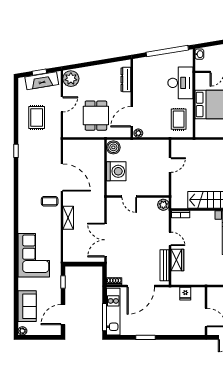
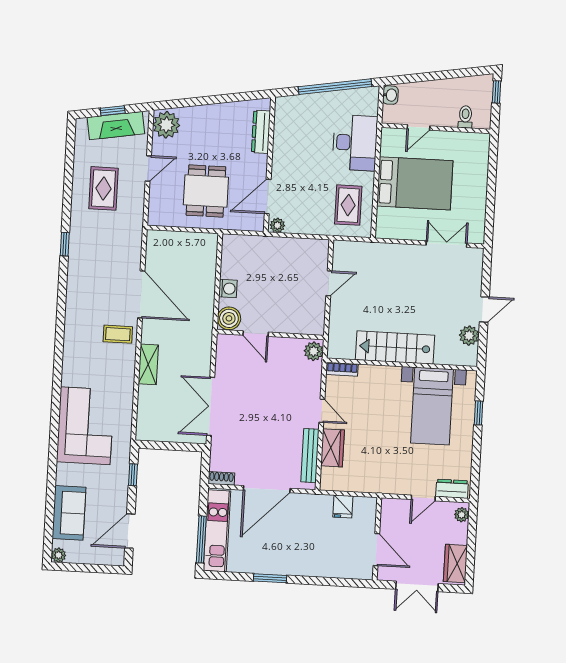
boiler: (113, 147) -> (229, 318), moved
washing machine: (116, 171) -> (228, 289), width x0.53, depth x0.53

